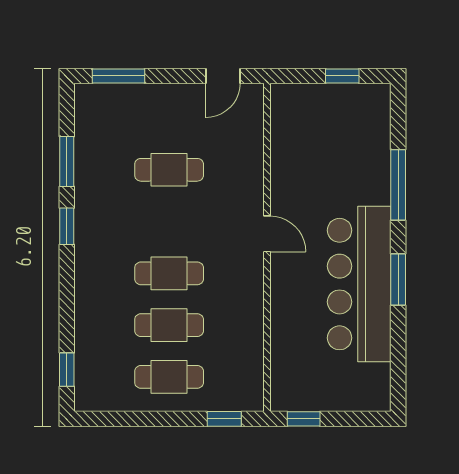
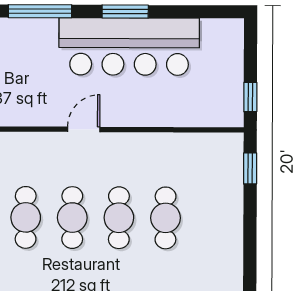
cafe table: (169, 377) -> (72, 218), moved

